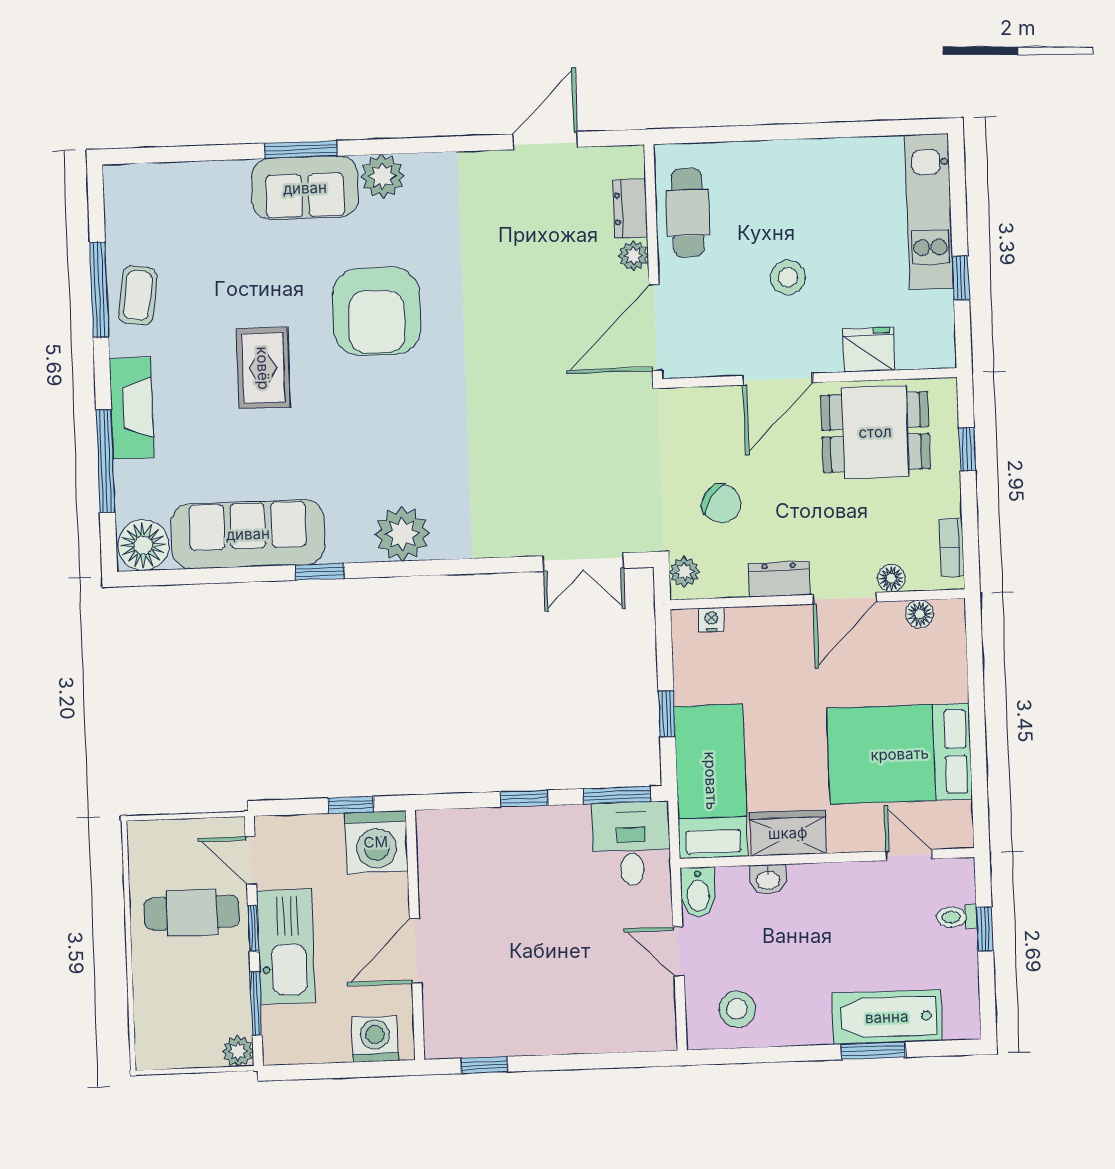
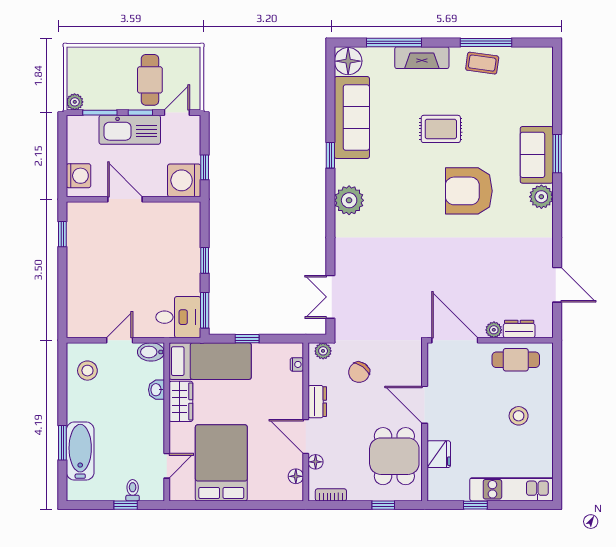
stool: (788, 277) -> (519, 416), moved

